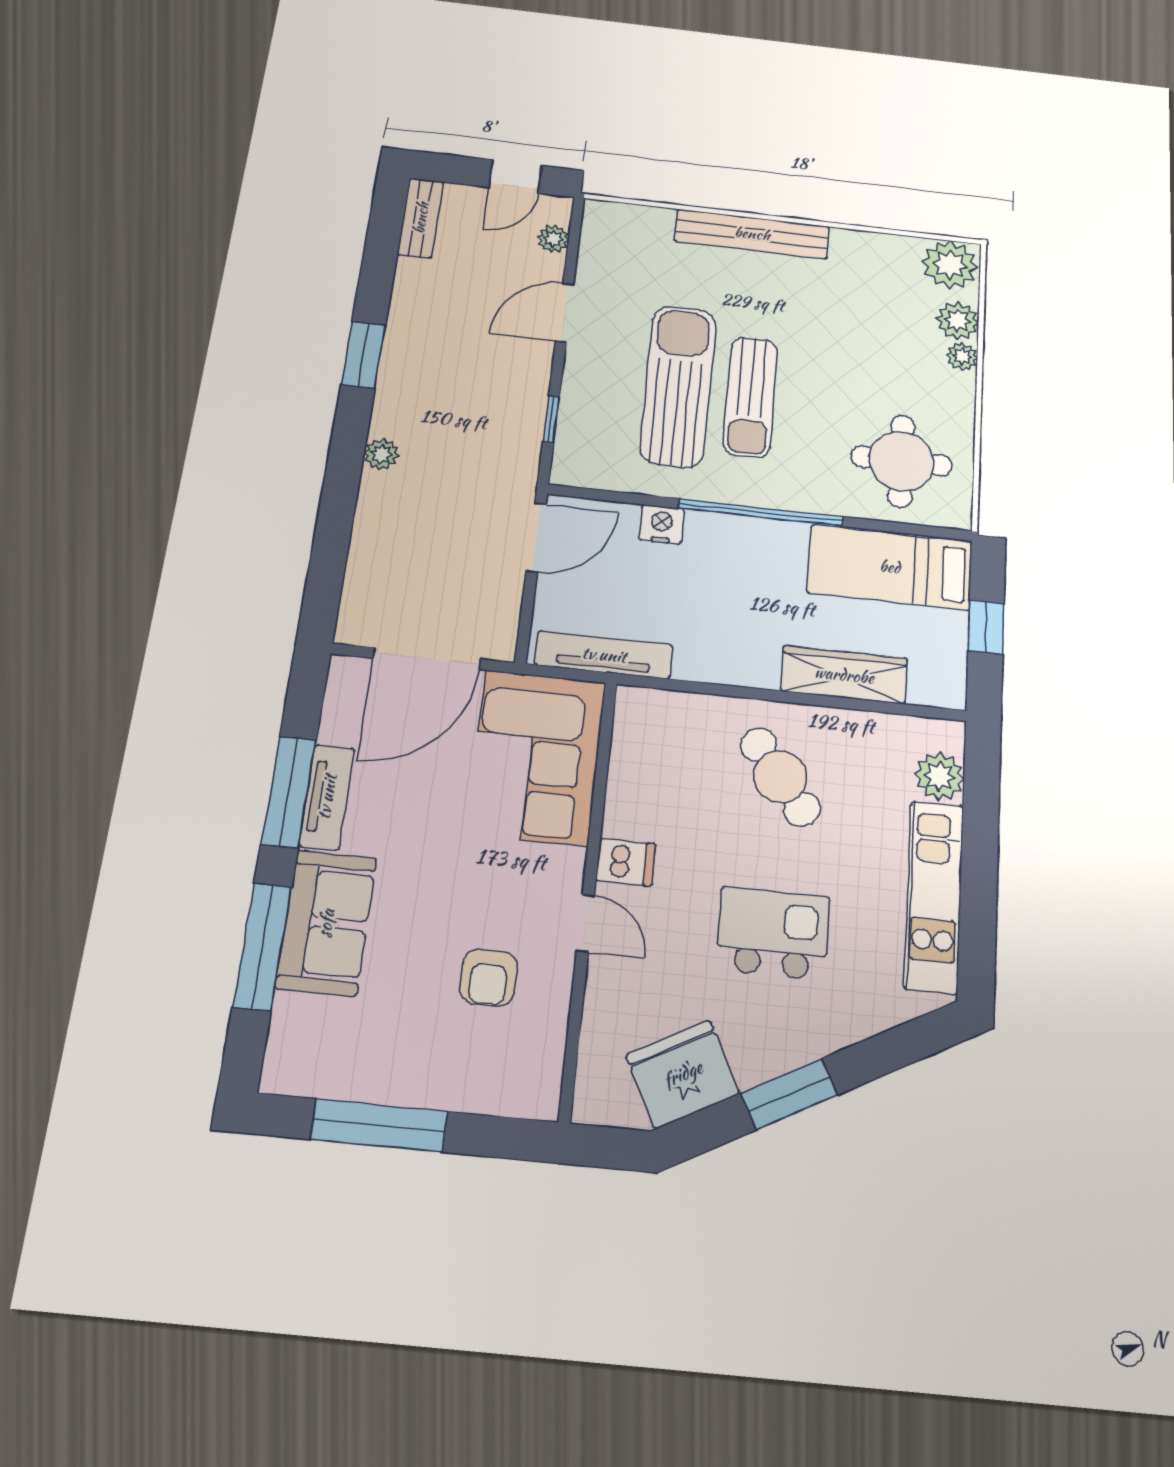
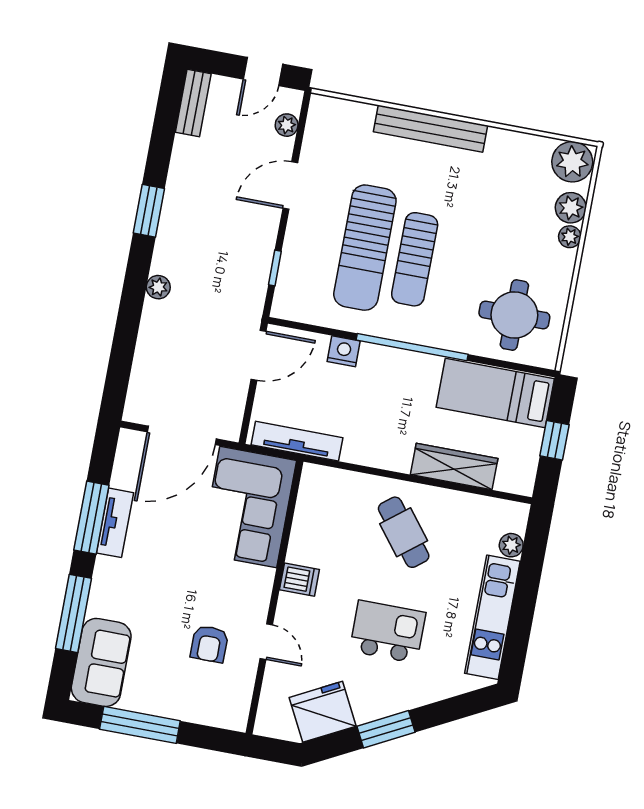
sun lounger: (678, 386) -> (365, 248), turned 180
plant: (940, 776) -> (511, 545), width x0.73, depth x0.73
sofa: (326, 923) -> (101, 662), moved
door: (585, 923) -> (266, 642), moved

